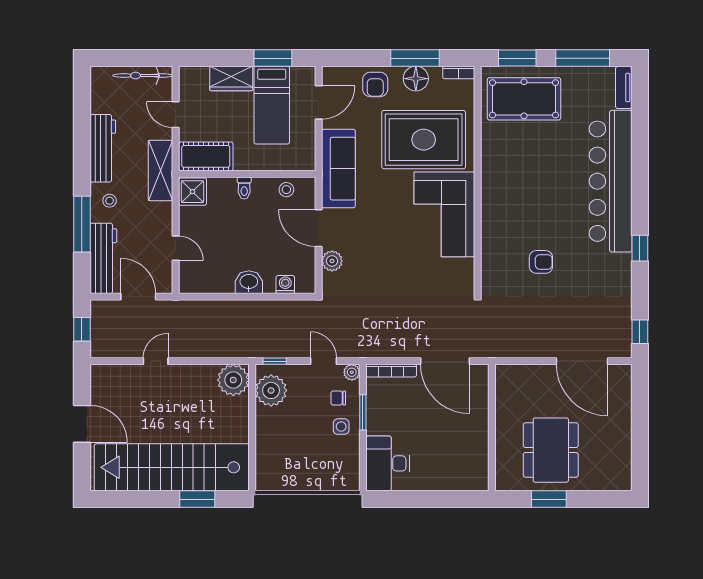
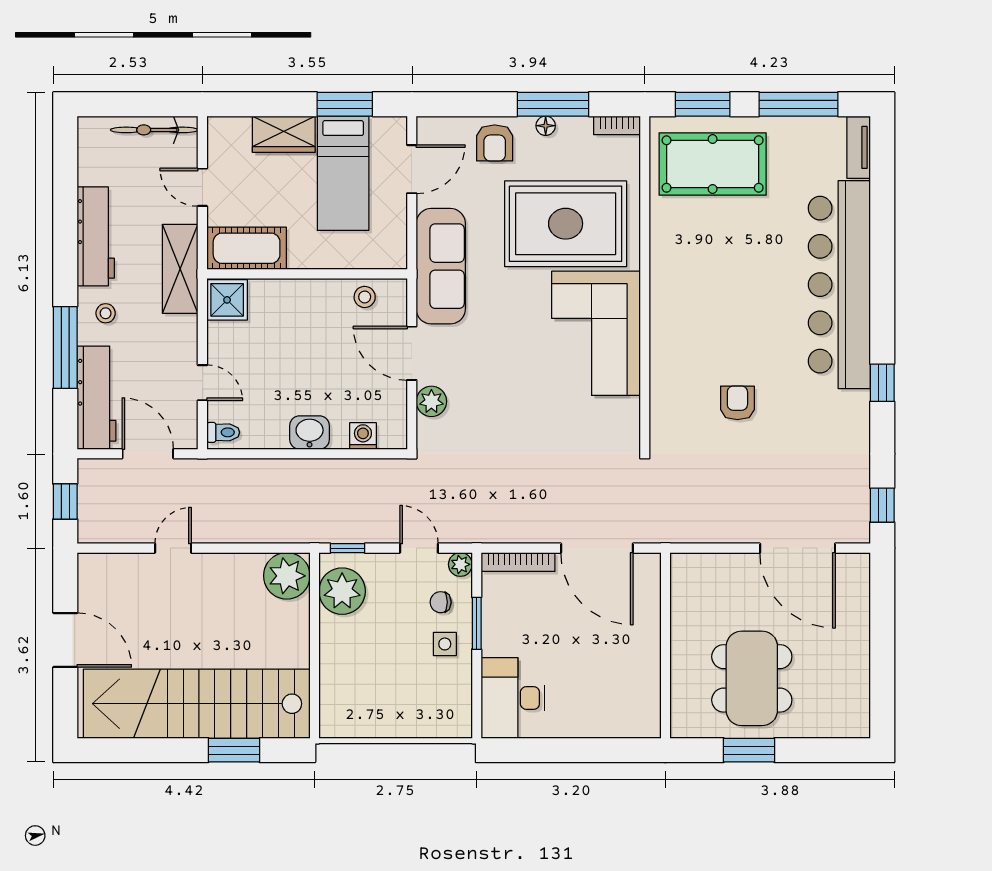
floor lamp: (416, 79) -> (546, 126), width x0.53, depth x0.53
toilet: (244, 188) -> (223, 432), moved, turned -90
armchair: (541, 262) -> (737, 403), turned -90

